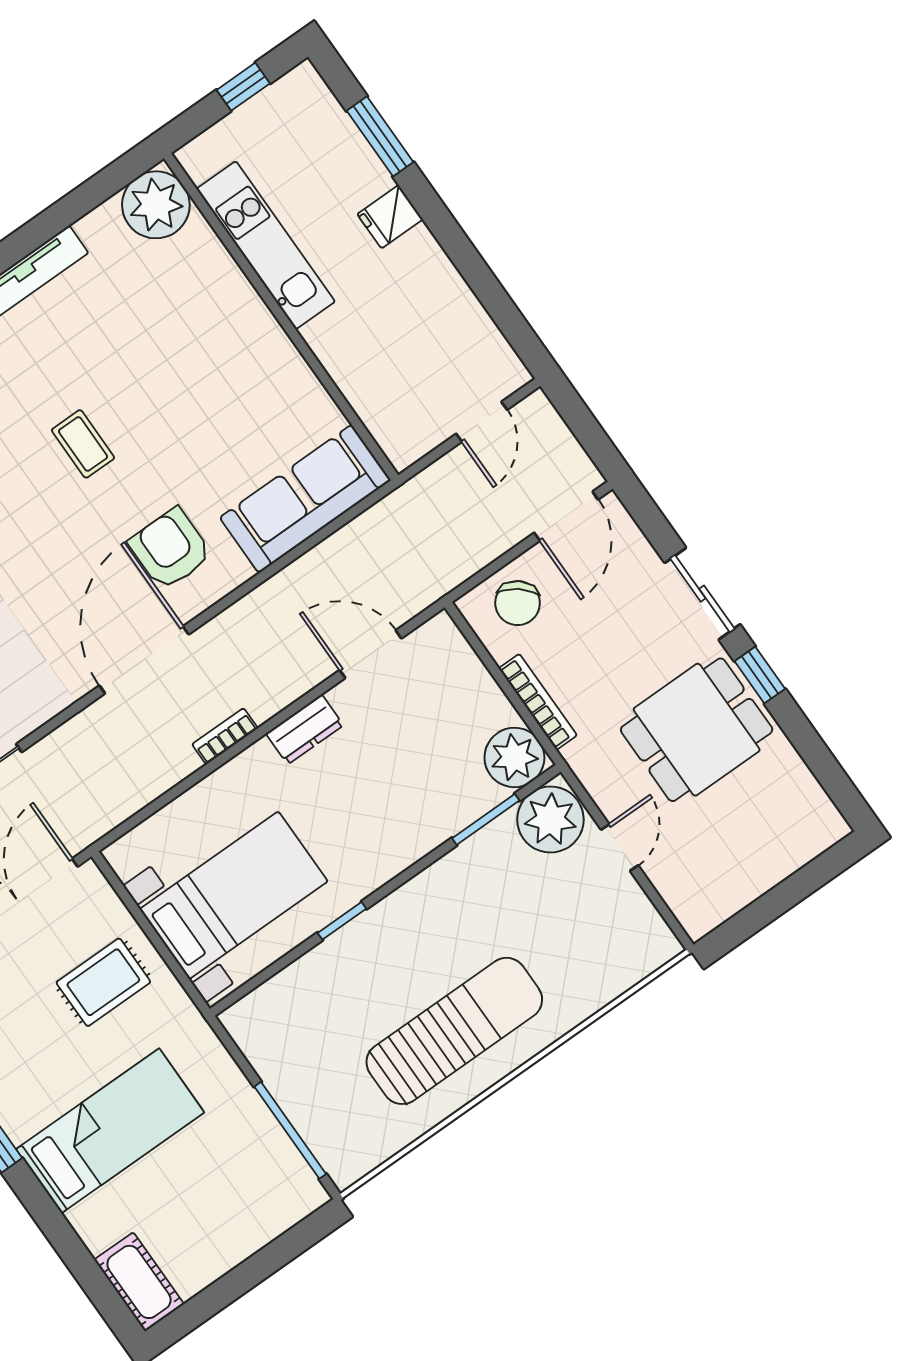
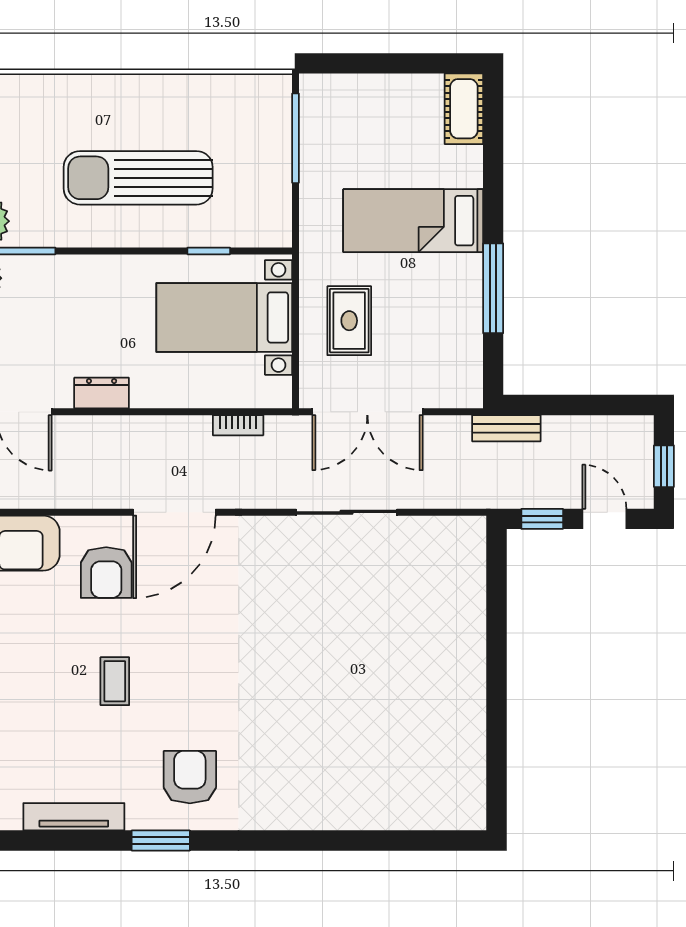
bookcase: (225, 736) -> (238, 425), moved
window: (342, 921) -> (209, 251), moved
rug: (103, 982) -> (349, 321), turned 90
sun lounger: (454, 1031) -> (138, 178), moved

